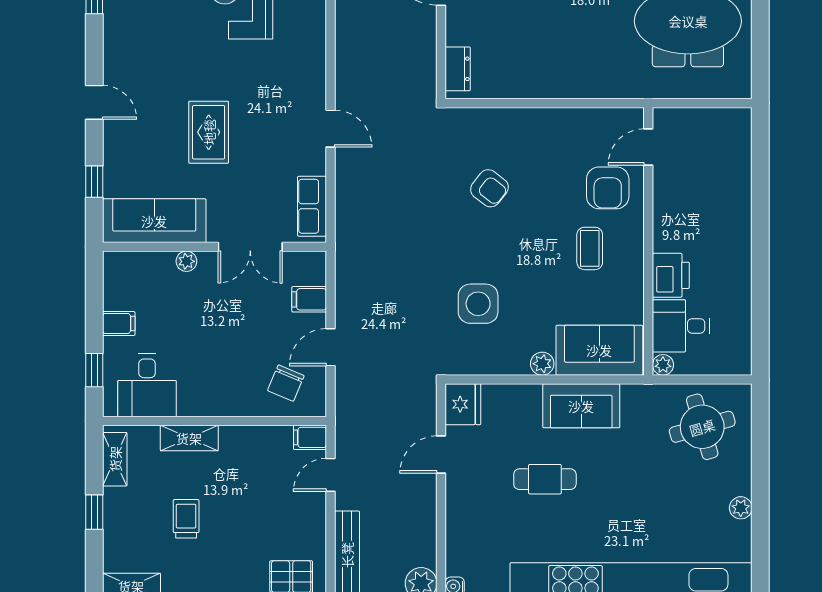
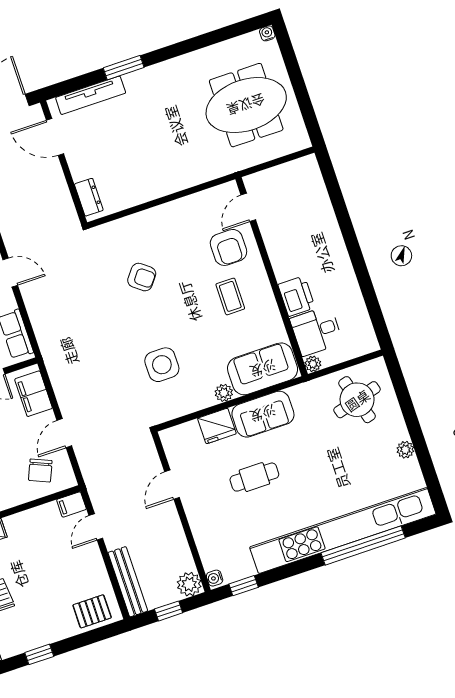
filing cabinet: (309, 299) -> (34, 394), width x2.00
fridge: (463, 404) -> (217, 426), moved, turned 90

